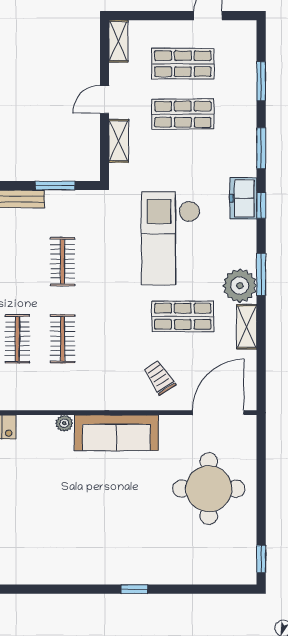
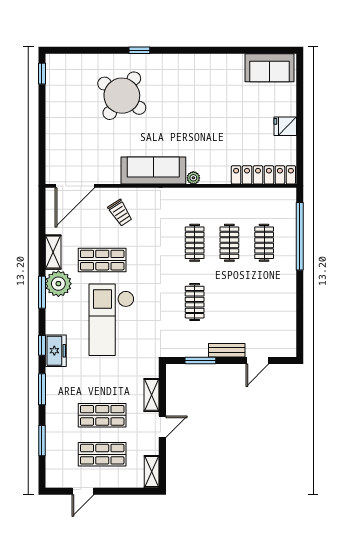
checkout: (171, 239) -> (111, 320), turned 180
round table: (209, 489) -> (122, 96), moved, turned 35

